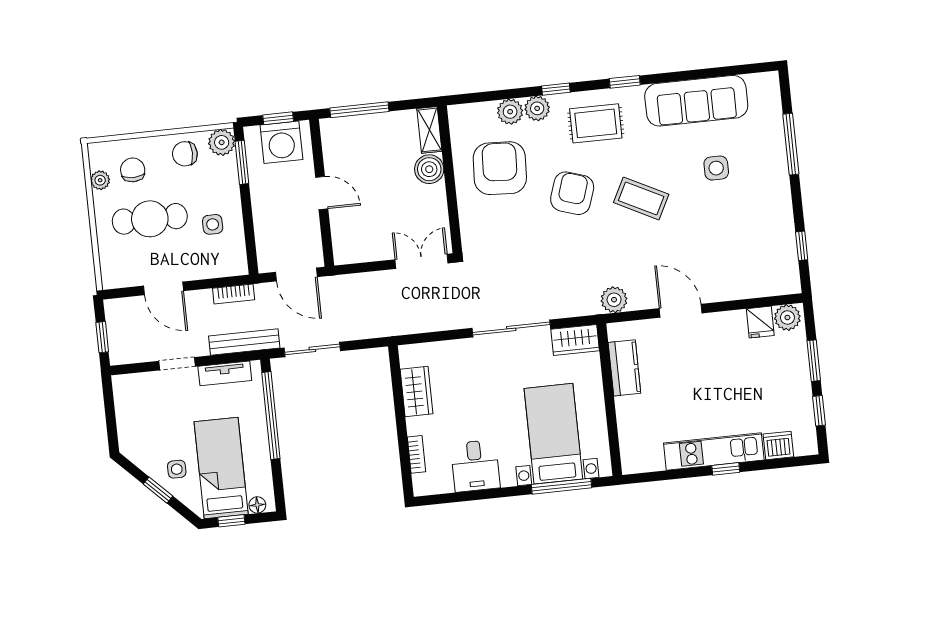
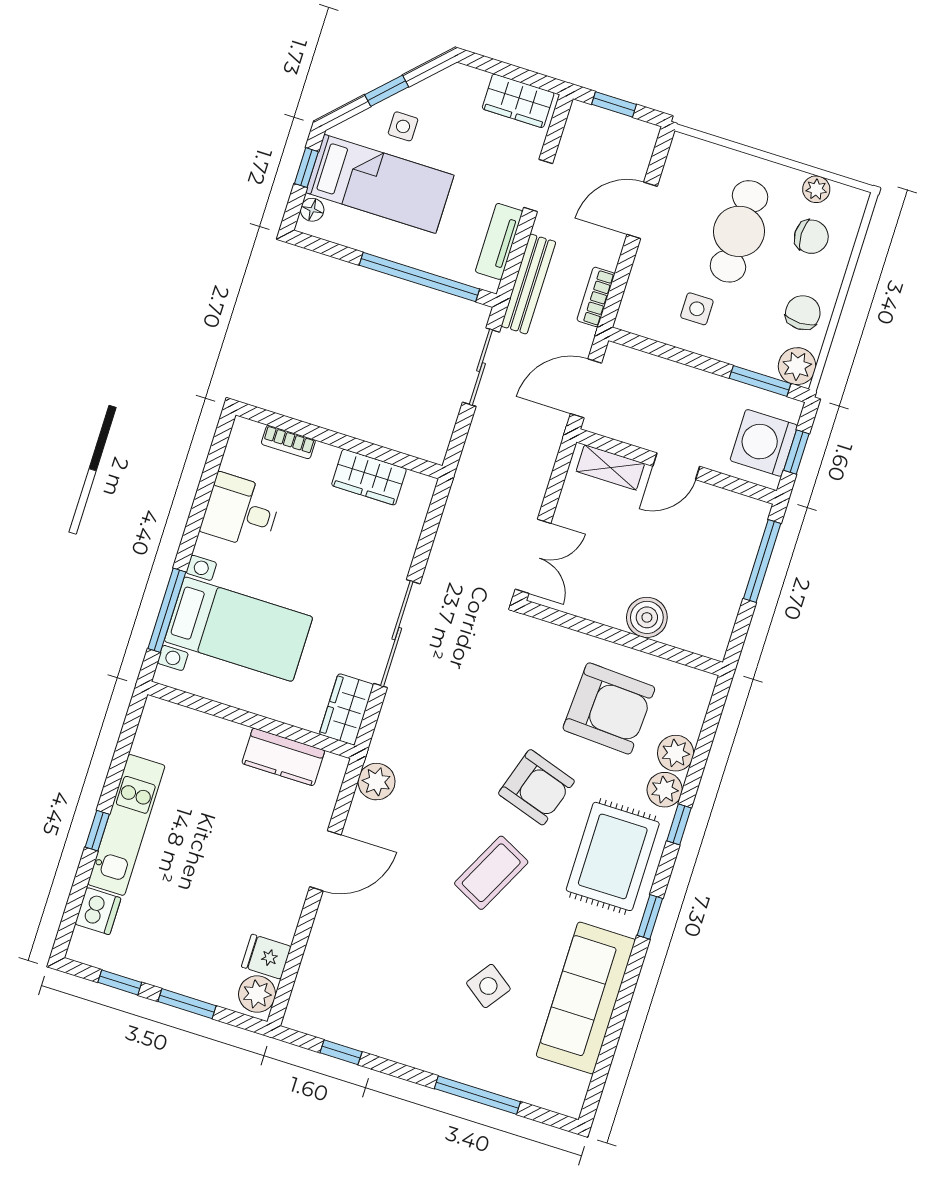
rug: (596, 123) -> (613, 856), width x1.36, depth x1.43
shelving: (429, 130) -> (610, 467), moved
side table: (716, 168) -> (488, 986), turned 36
wardrobe: (127, 401) -> (518, 101), added

